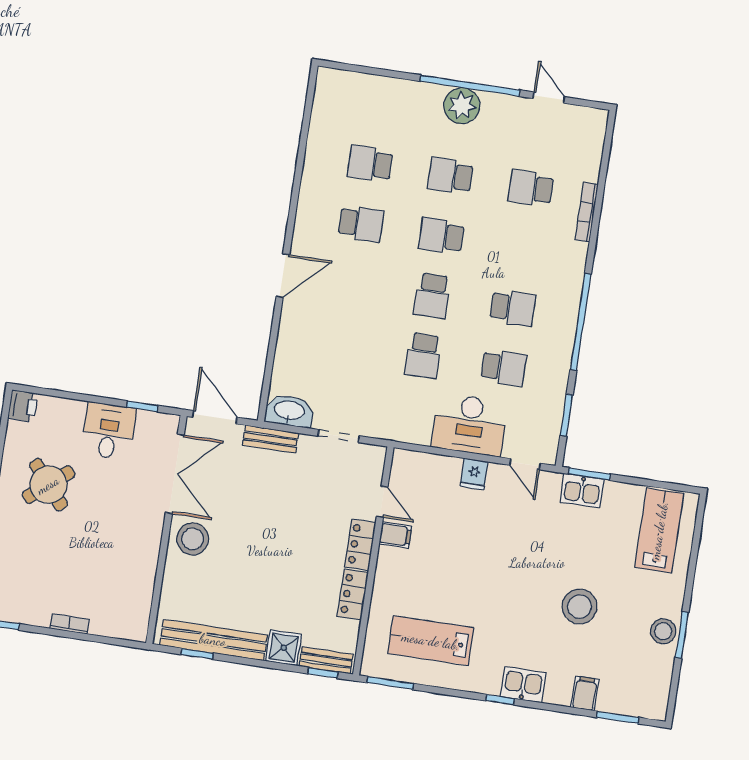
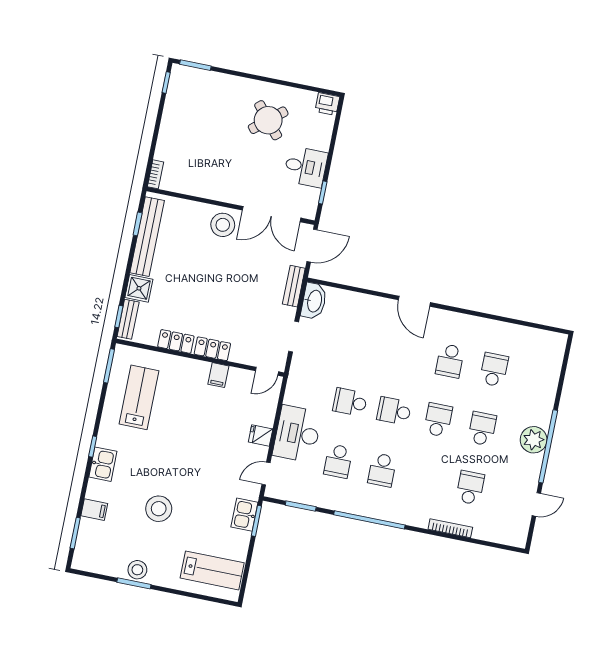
door: (382, 502) -> (267, 371), moved
bookcase: (70, 624) -> (156, 174), moved

